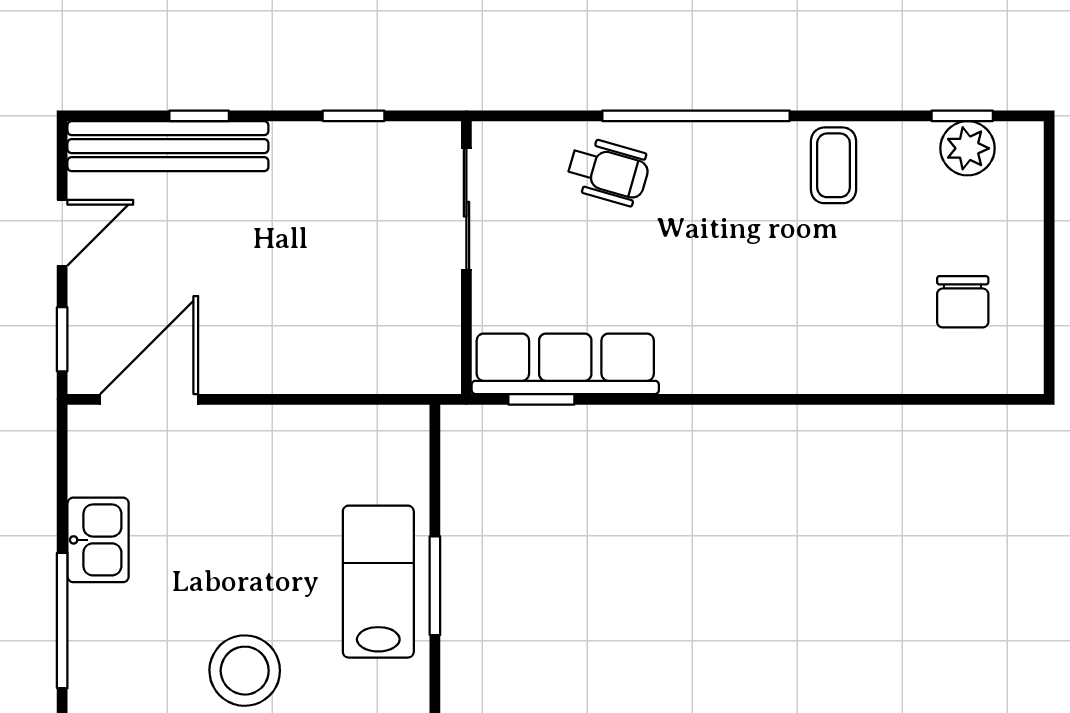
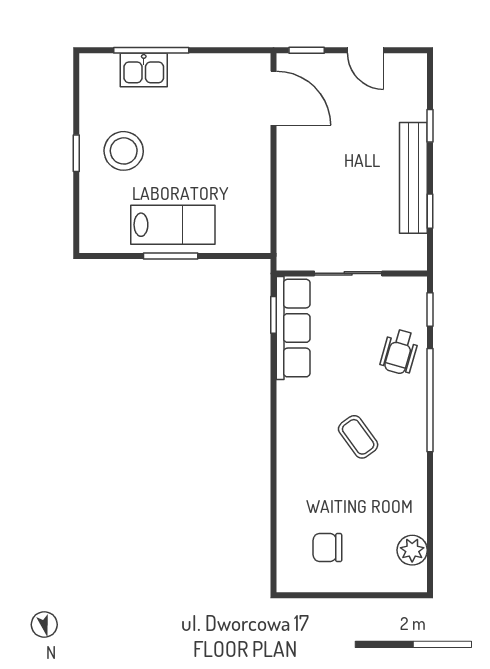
window: (962, 116) -> (430, 309), moved
bench: (168, 146) -> (413, 178), moved
coffee table: (834, 165) -> (358, 437), moved, turned 54
sliding door: (466, 209) -> (348, 273), moved
kitchen sink: (98, 540) -> (144, 70), moved

